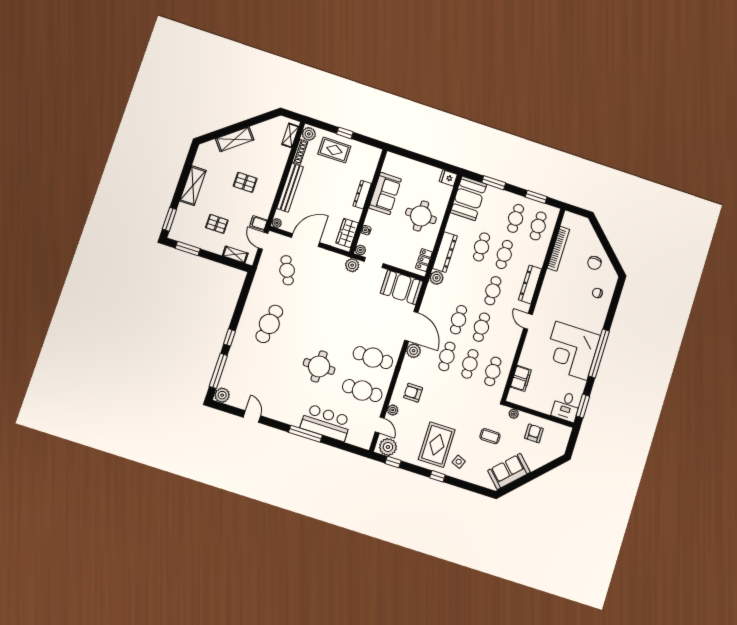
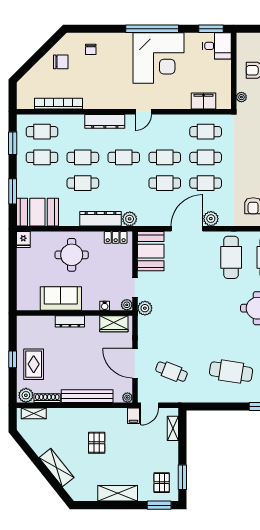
pallet: (217, 224) -> (162, 483), moved
cafe table: (287, 270) -> (171, 372), turned 45

